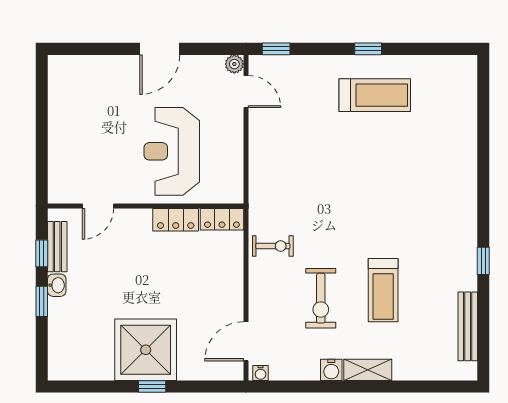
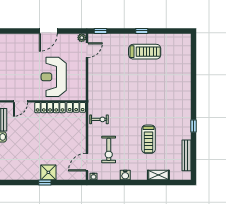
door: (246, 92) -> (87, 50), hinge flipped
locker: (176, 220) -> (50, 108), width x1.53
exercise bike: (321, 298) -> (109, 149), moved
shower: (146, 350) -> (48, 172), width x0.54, depth x0.54
shelving: (368, 370) -> (158, 175), moved

